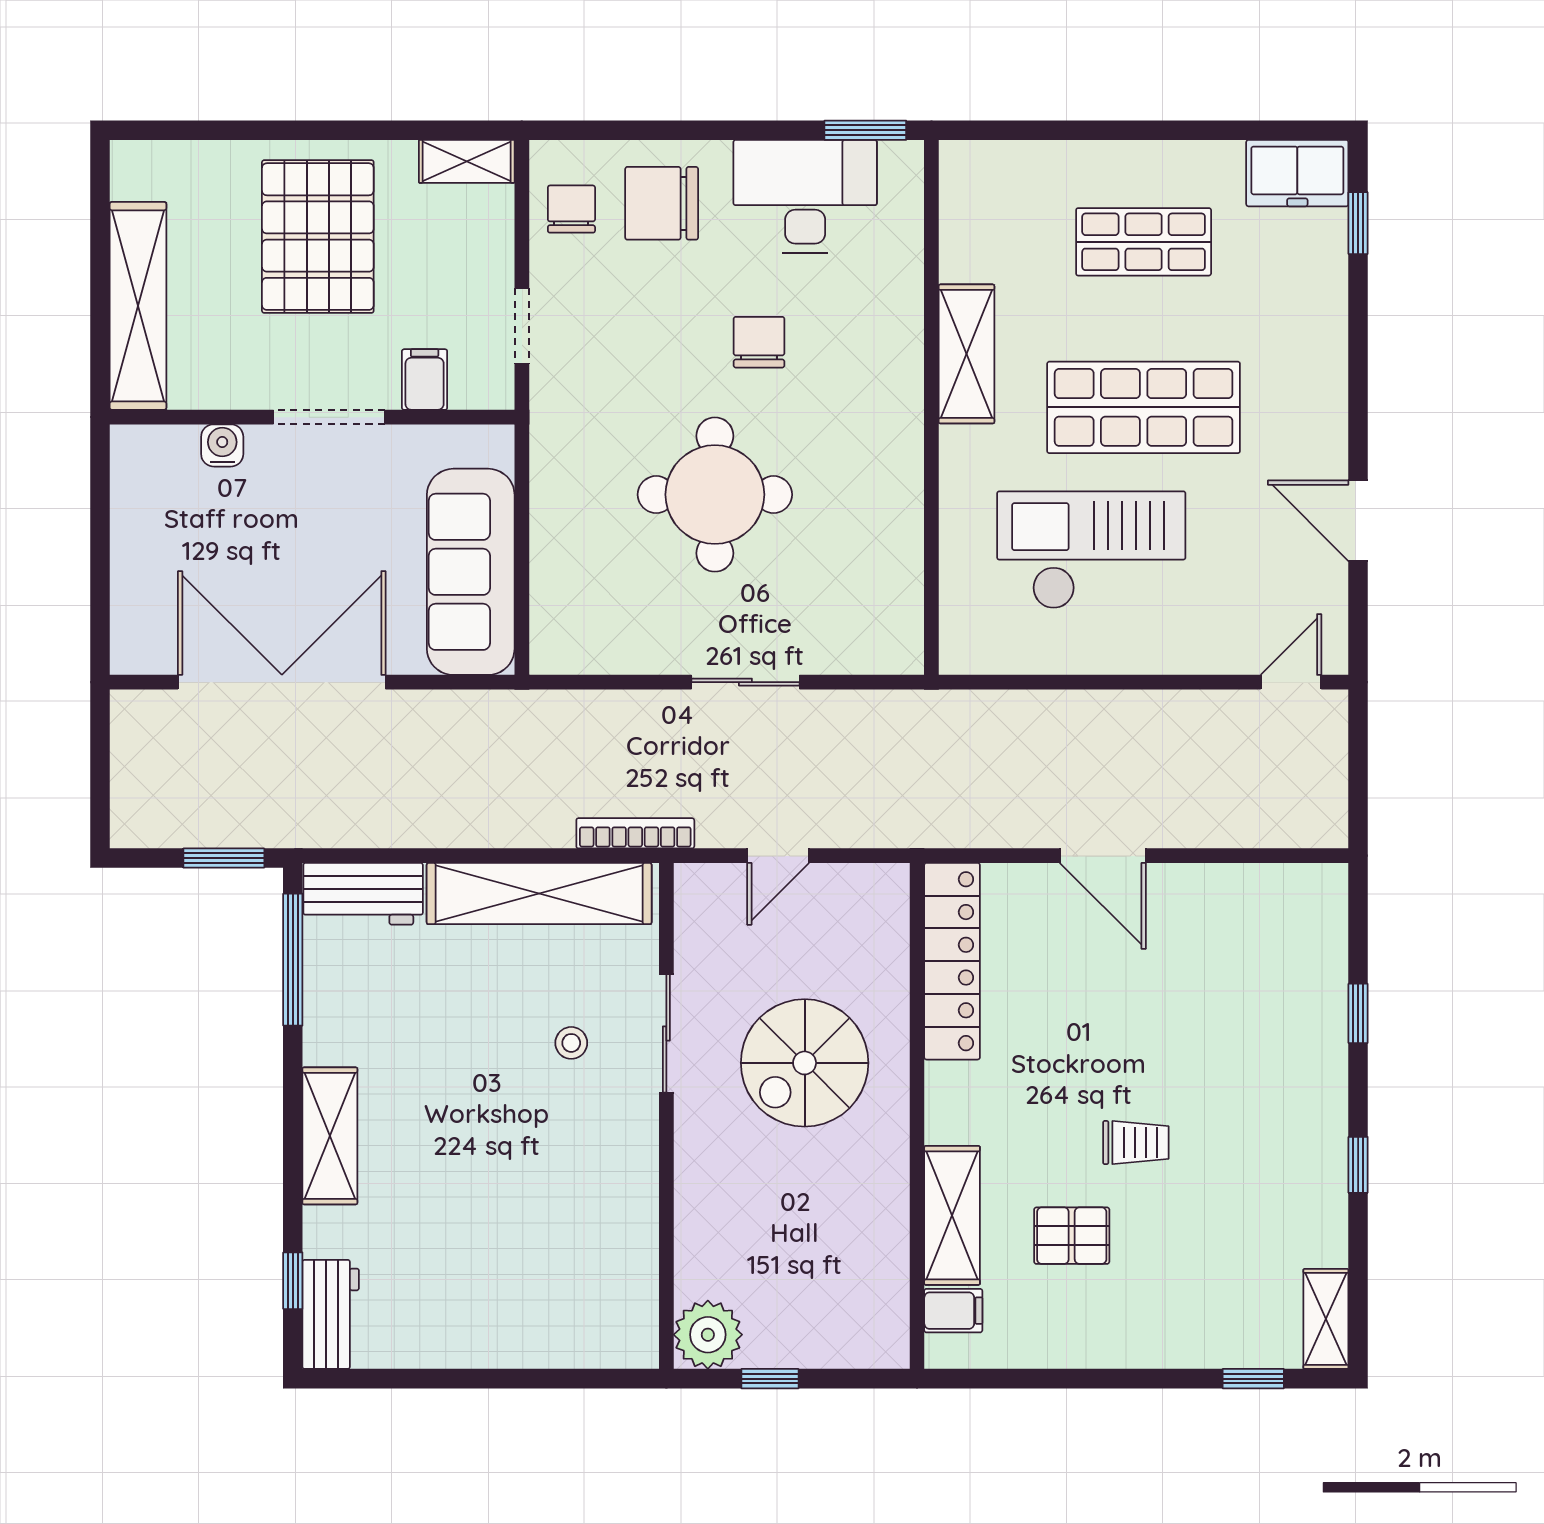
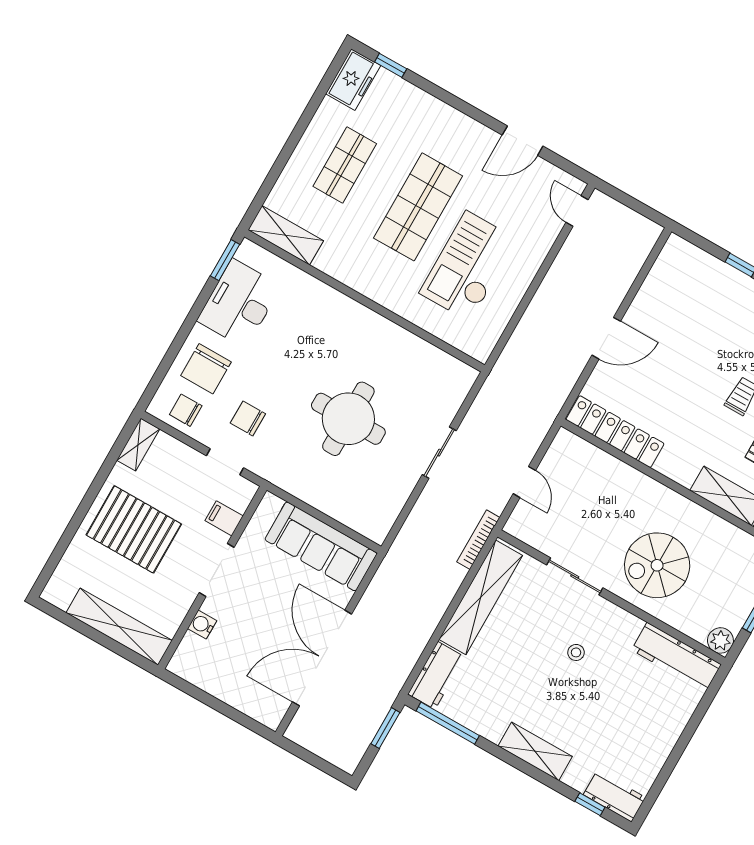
chair: (759, 342) -> (248, 418), moved
shelving: (967, 354) -> (286, 235), moved
stool: (571, 1043) -> (576, 652), moved
spiral stairs: (805, 1063) -> (657, 565), moved, turned 90
workbench: (628, 1285) -> (676, 657), added
plant: (708, 1335) -> (720, 640), width x0.73, depth x0.73

